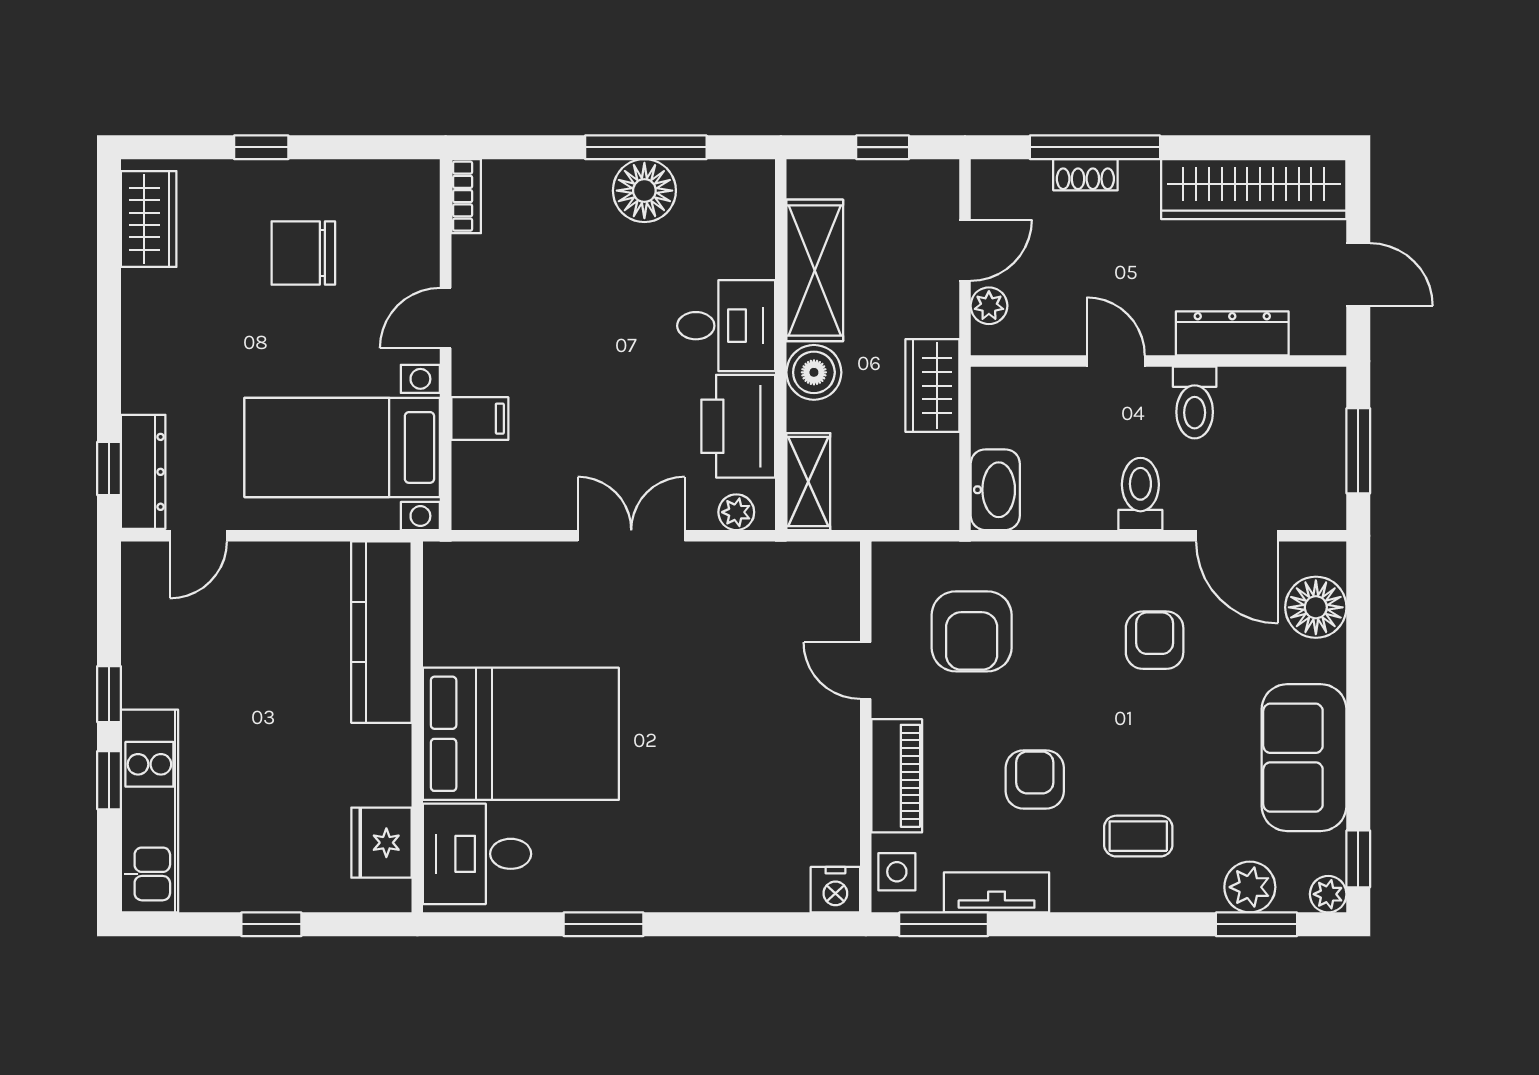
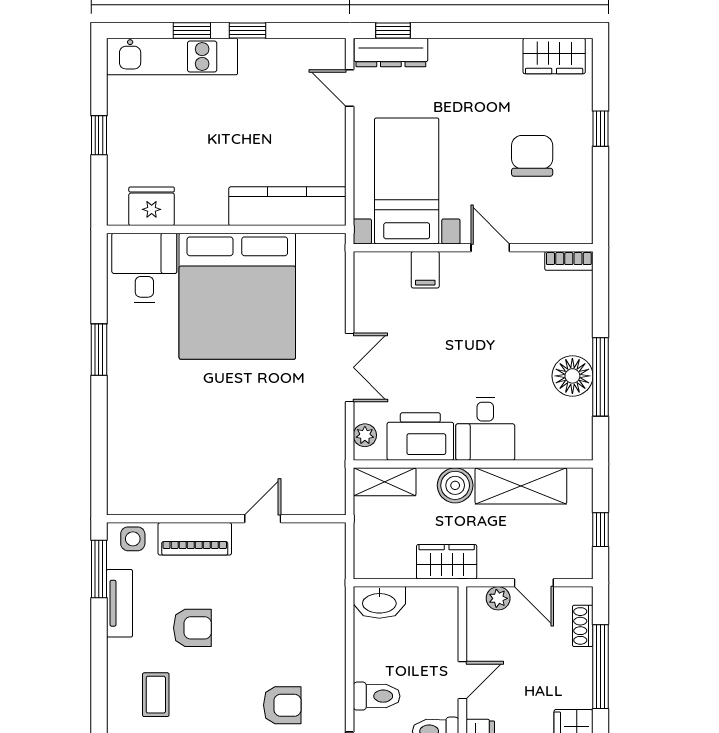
shoe rack: (1085, 175) -> (583, 626), moved
armchair: (972, 631) -> (288, 587), removed
bed: (521, 734) -> (237, 296), width x1.36
nightstand: (835, 890) -> (121, 499), removed

